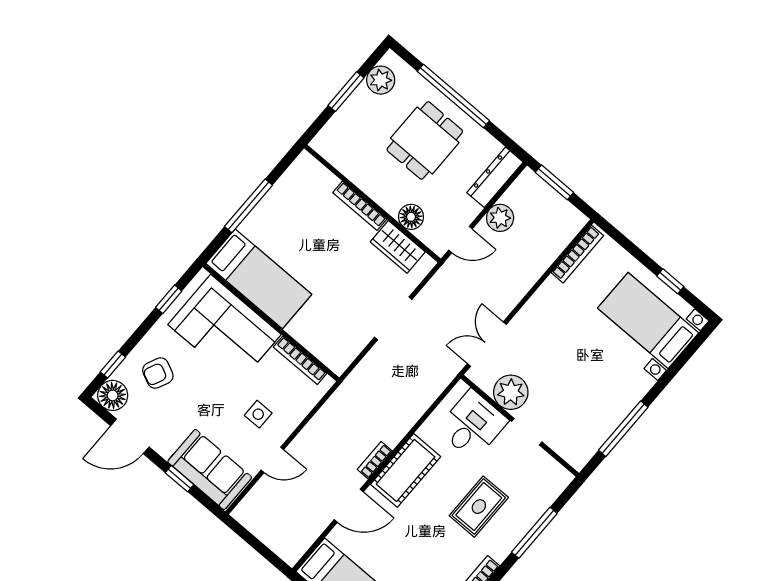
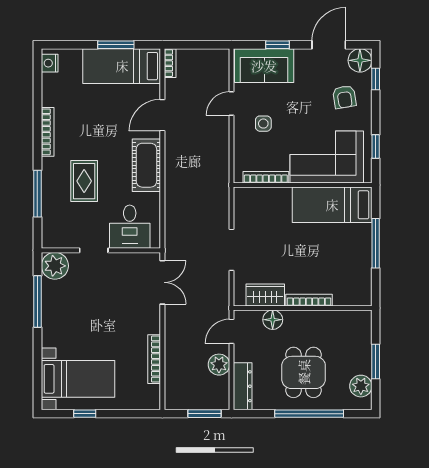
bookcase: (577, 254) -> (154, 359), moved
armchair: (158, 373) -> (344, 97), turned 146
plant: (511, 392) -> (55, 266), moved
bookcase: (375, 460) -> (170, 63), moved

